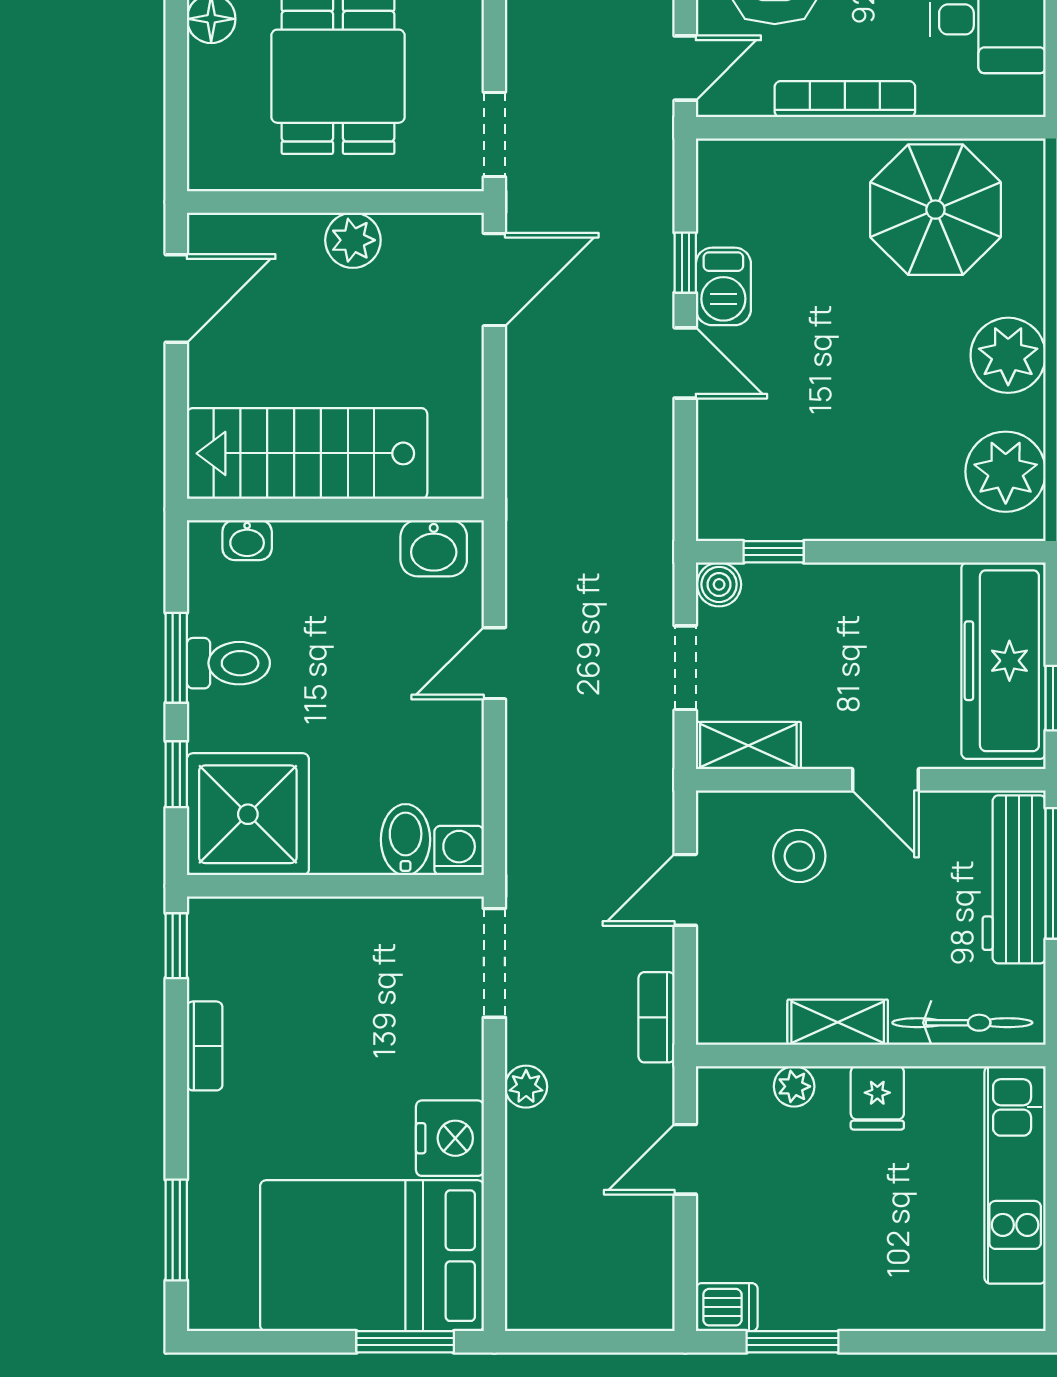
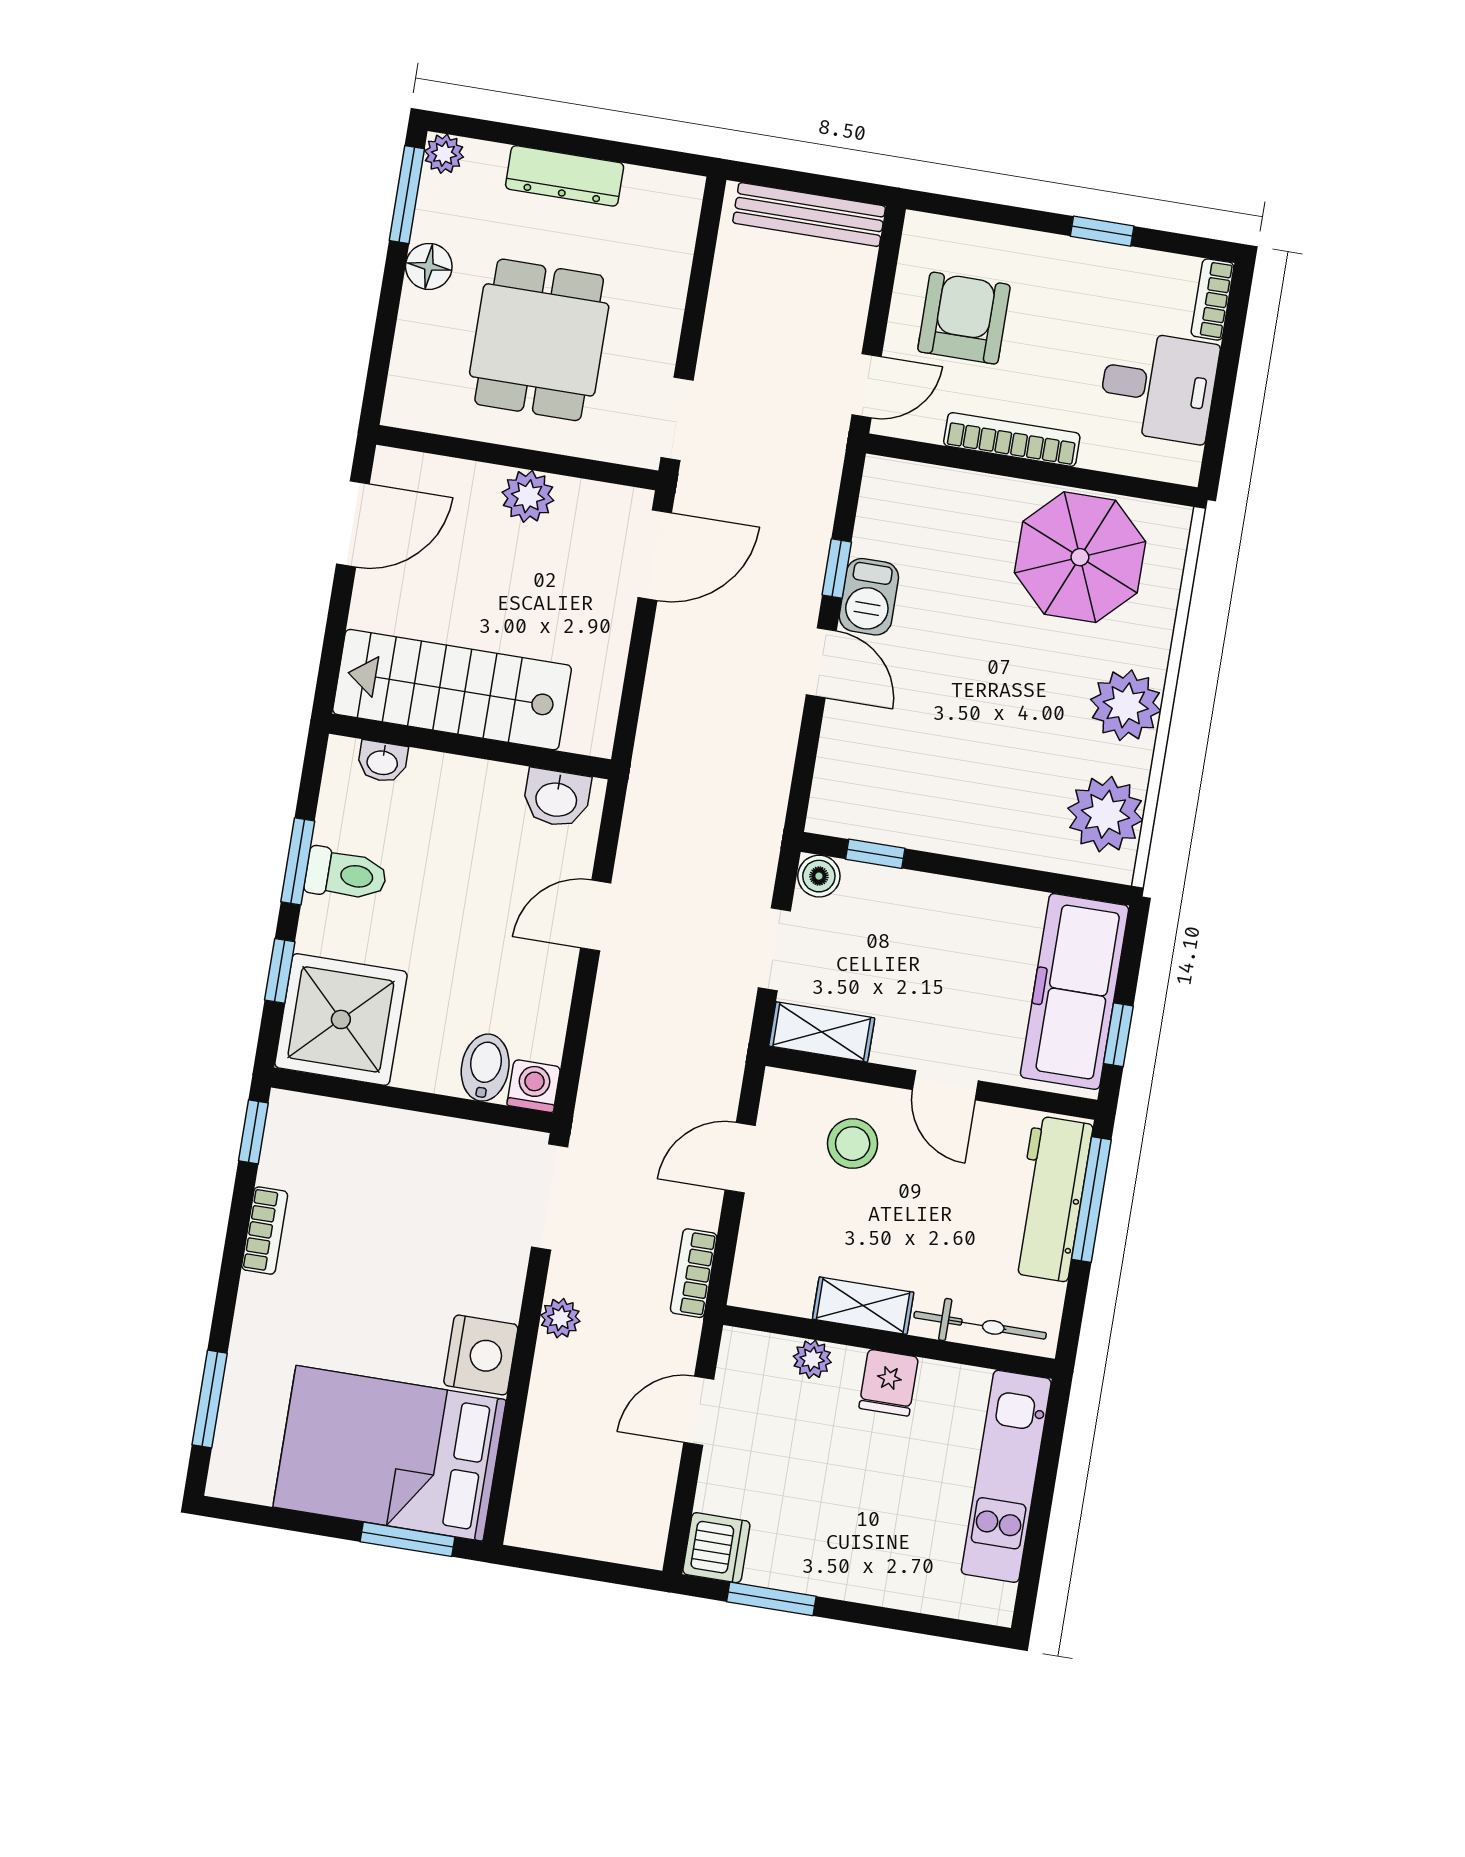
dishwasher: (727, 1307) -> (716, 1548), width x1.38

